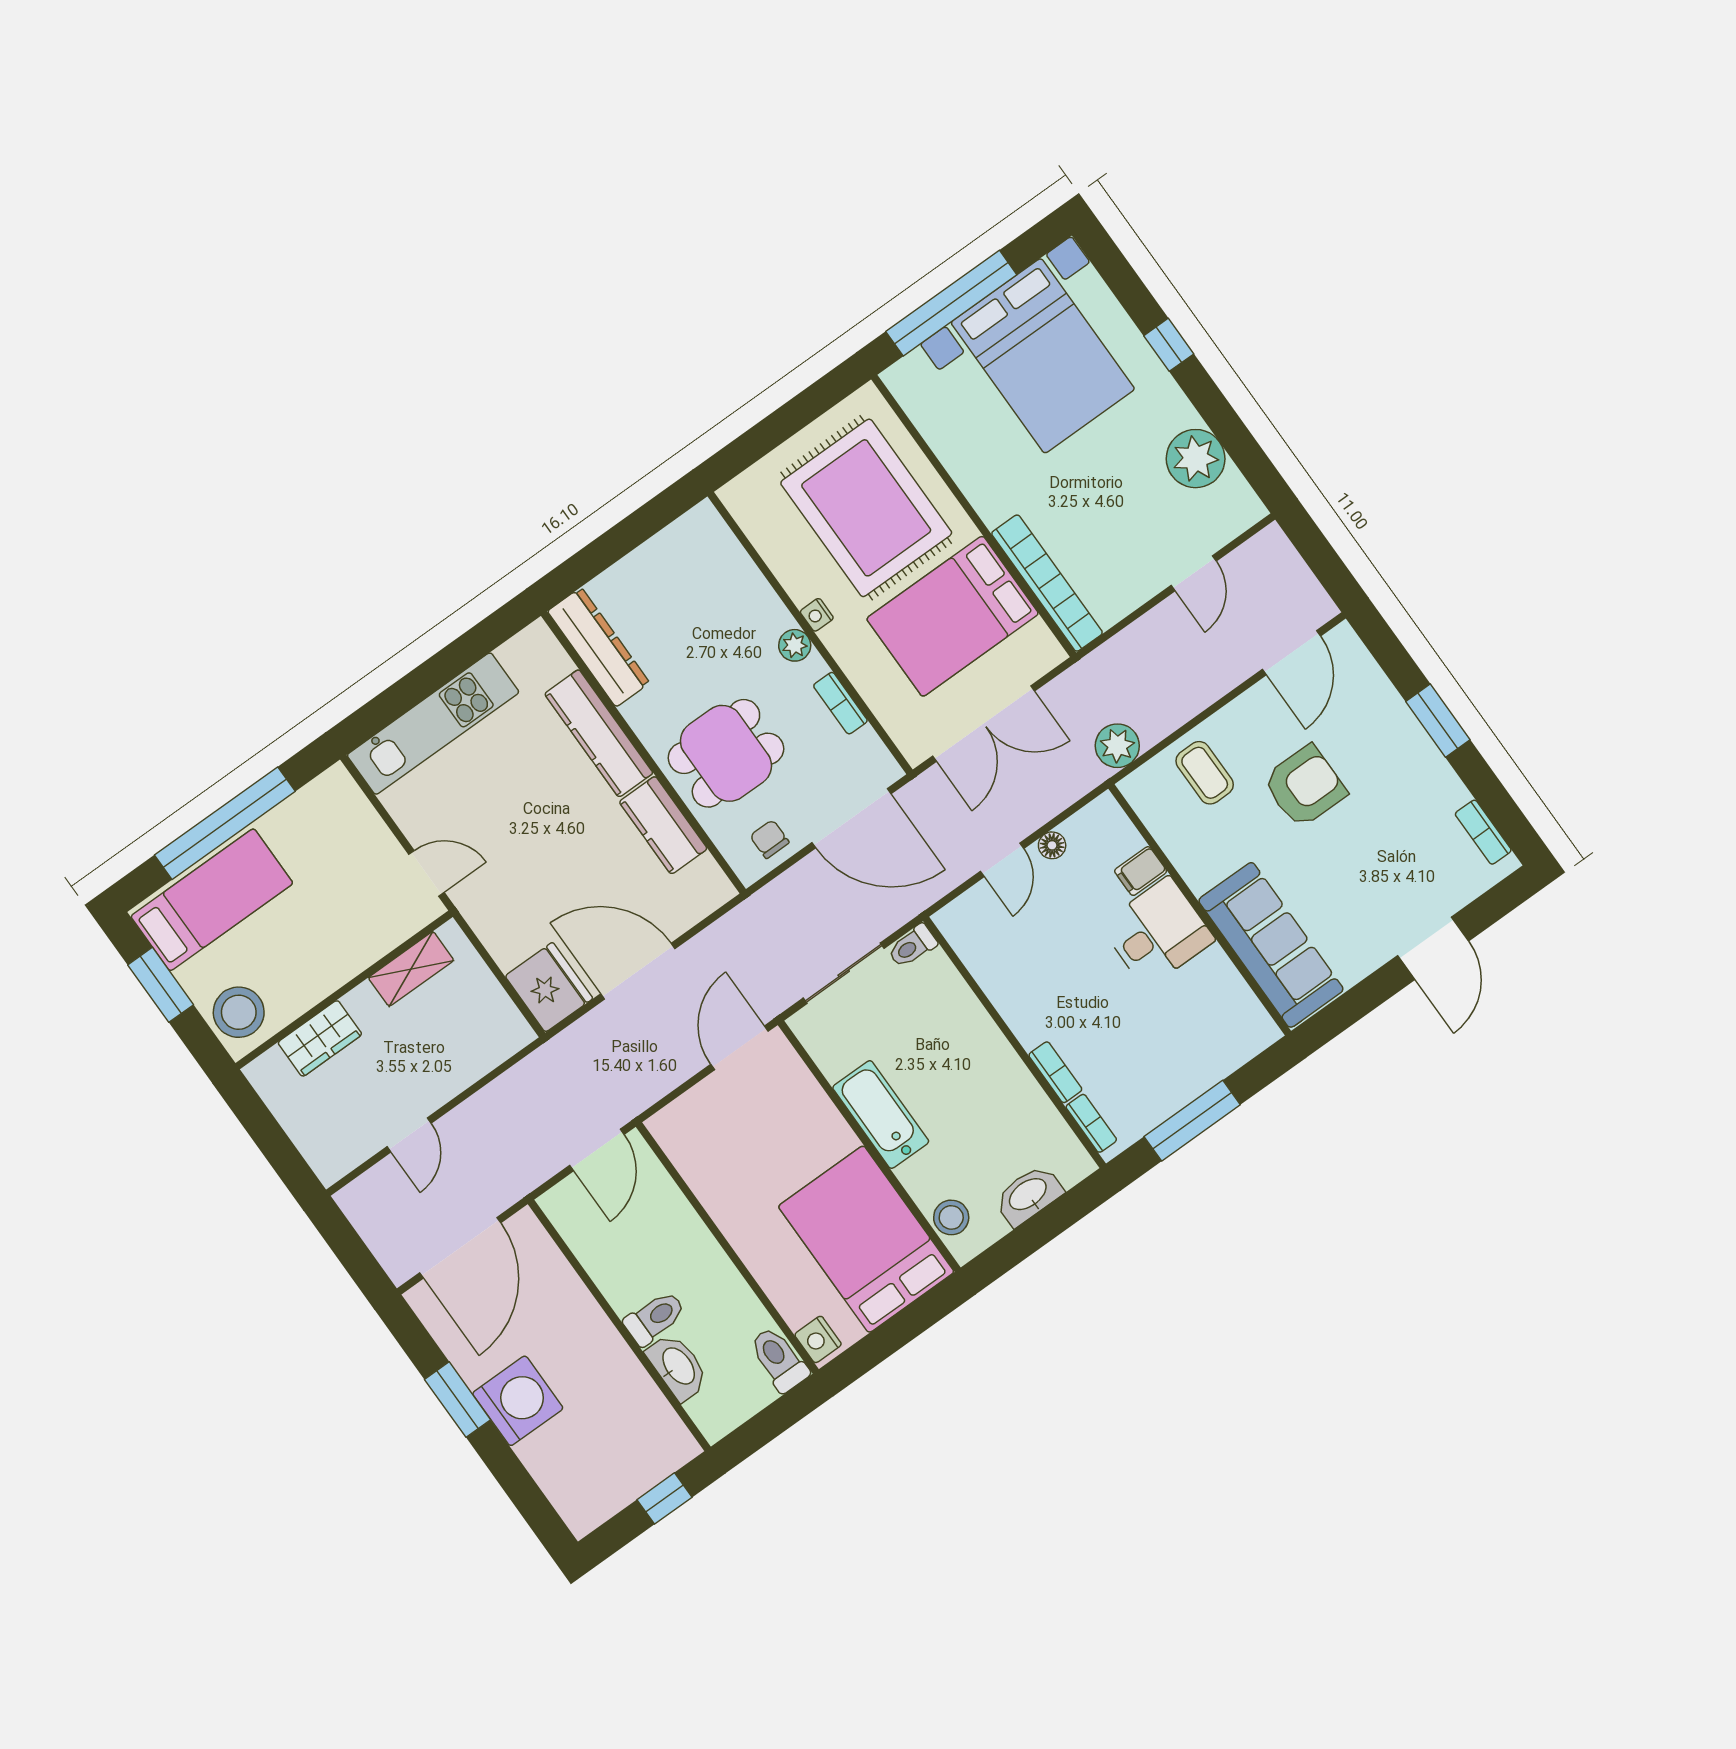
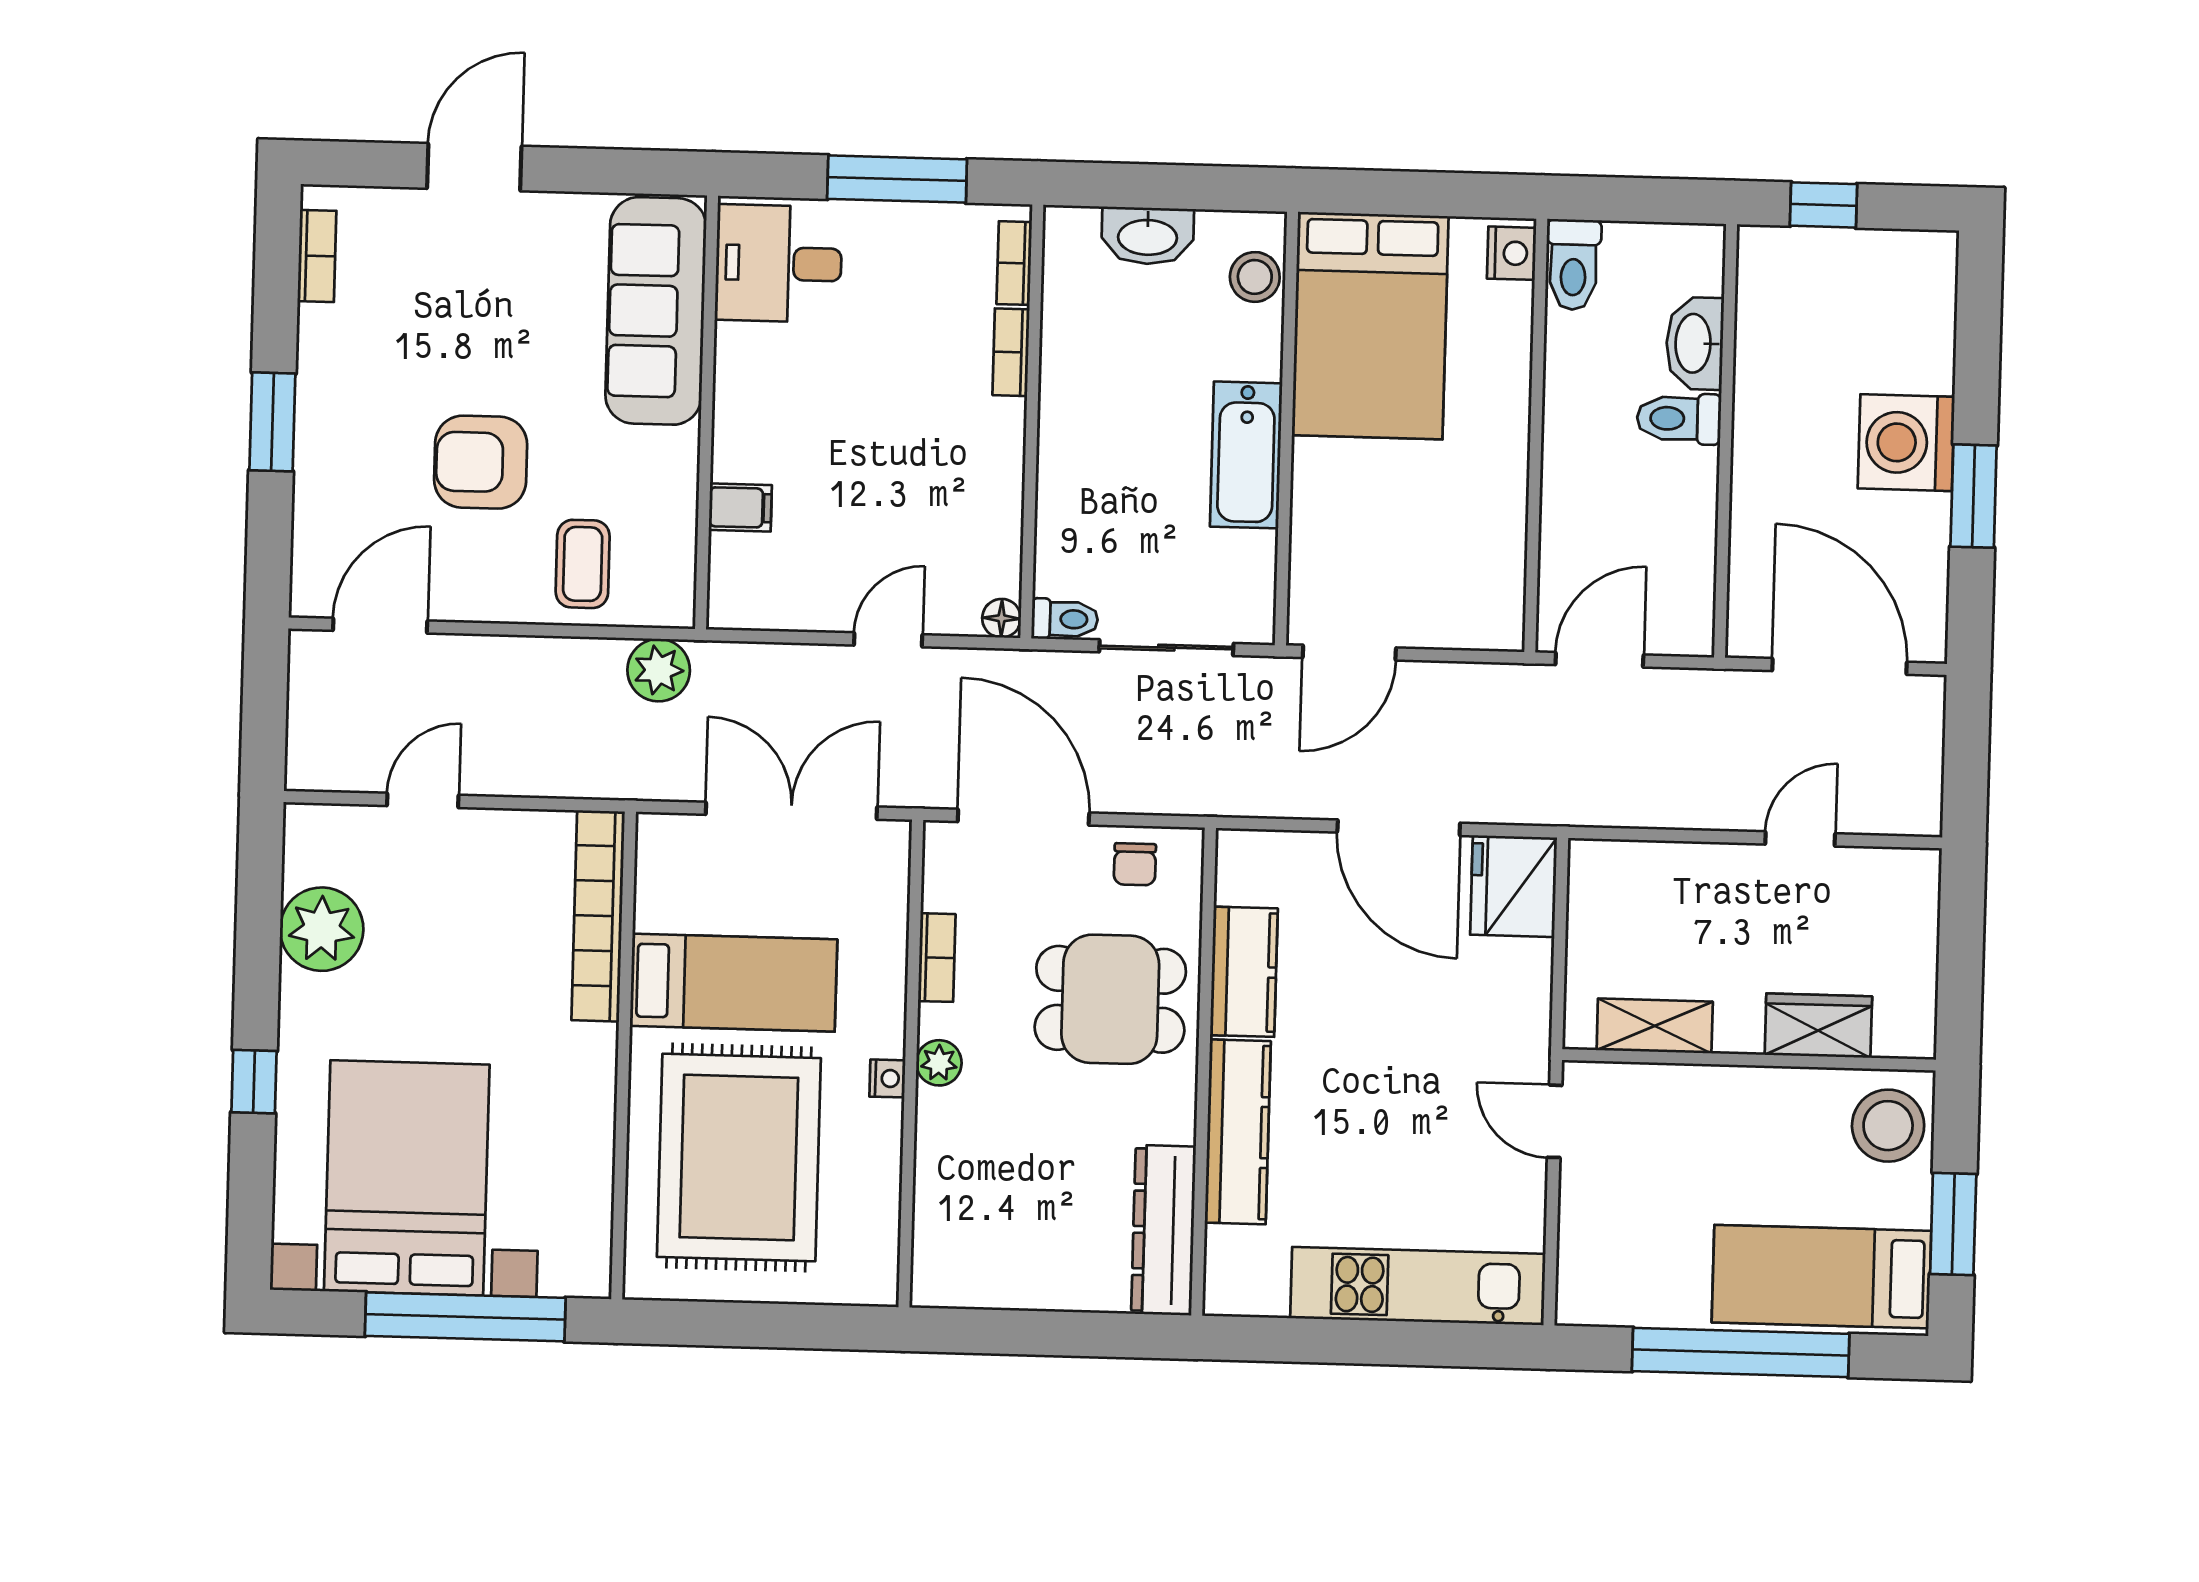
bed: (953, 616) -> (734, 983), width x0.67
floor lamp: (1052, 845) -> (1002, 618), moved
desk: (1157, 933) -> (779, 263), moved
door: (460, 1248) -> (1839, 666), hinge flipped

